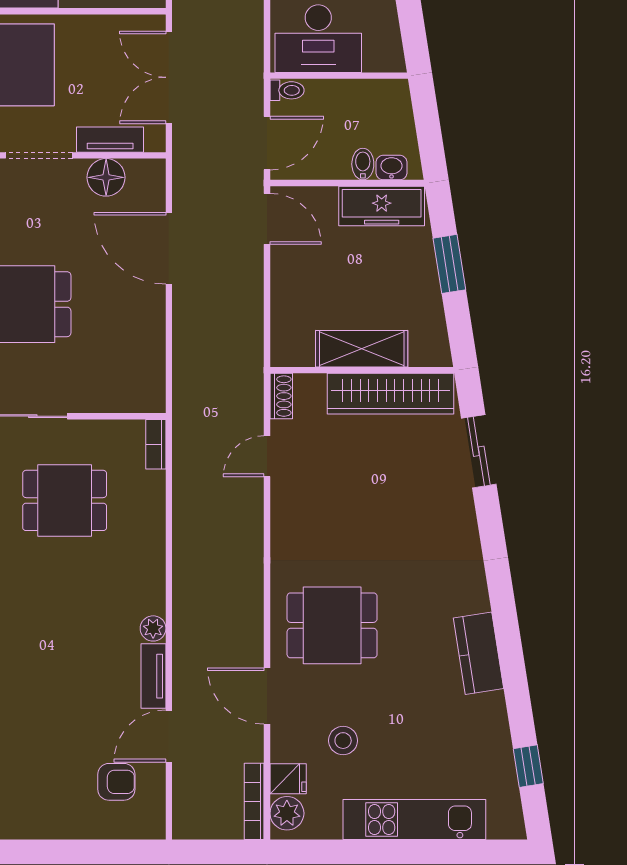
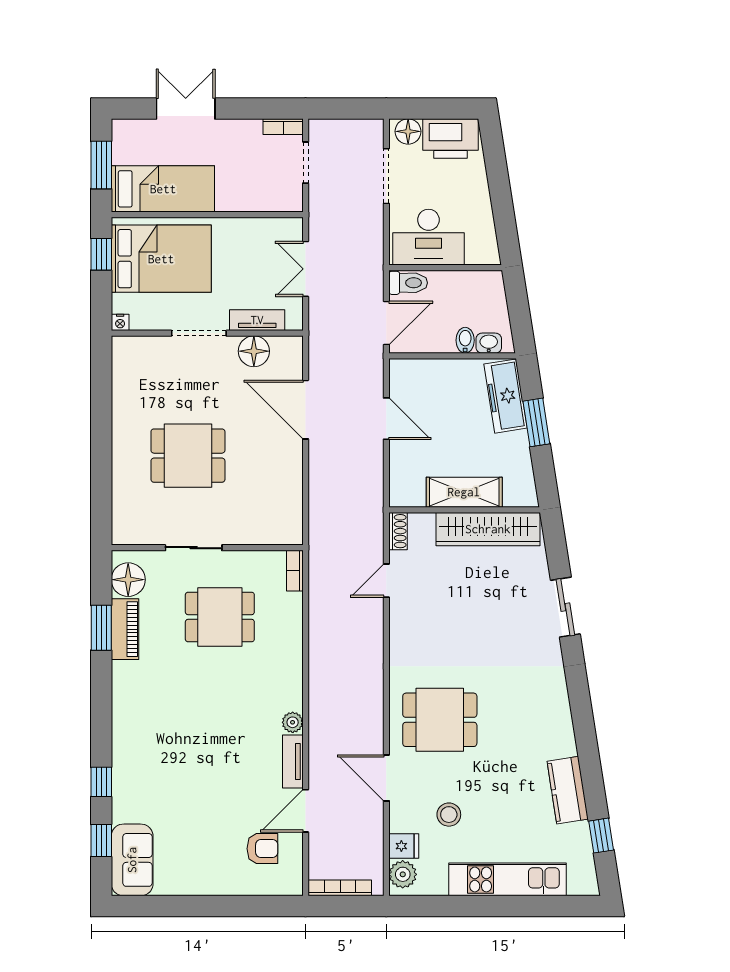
double door: (169, 77) -> (306, 269), width x0.73
toilet: (287, 90) -> (408, 283), width x1.37, depth x1.39
freezer: (382, 206) -> (506, 396), moved, turned 81
door: (267, 219) -> (386, 419), moved
sliding door: (479, 451) -> (565, 607), moved
kitchen counter: (478, 653) -> (568, 790), moved
bookcase: (254, 801) -> (340, 888), moved, turned 90

